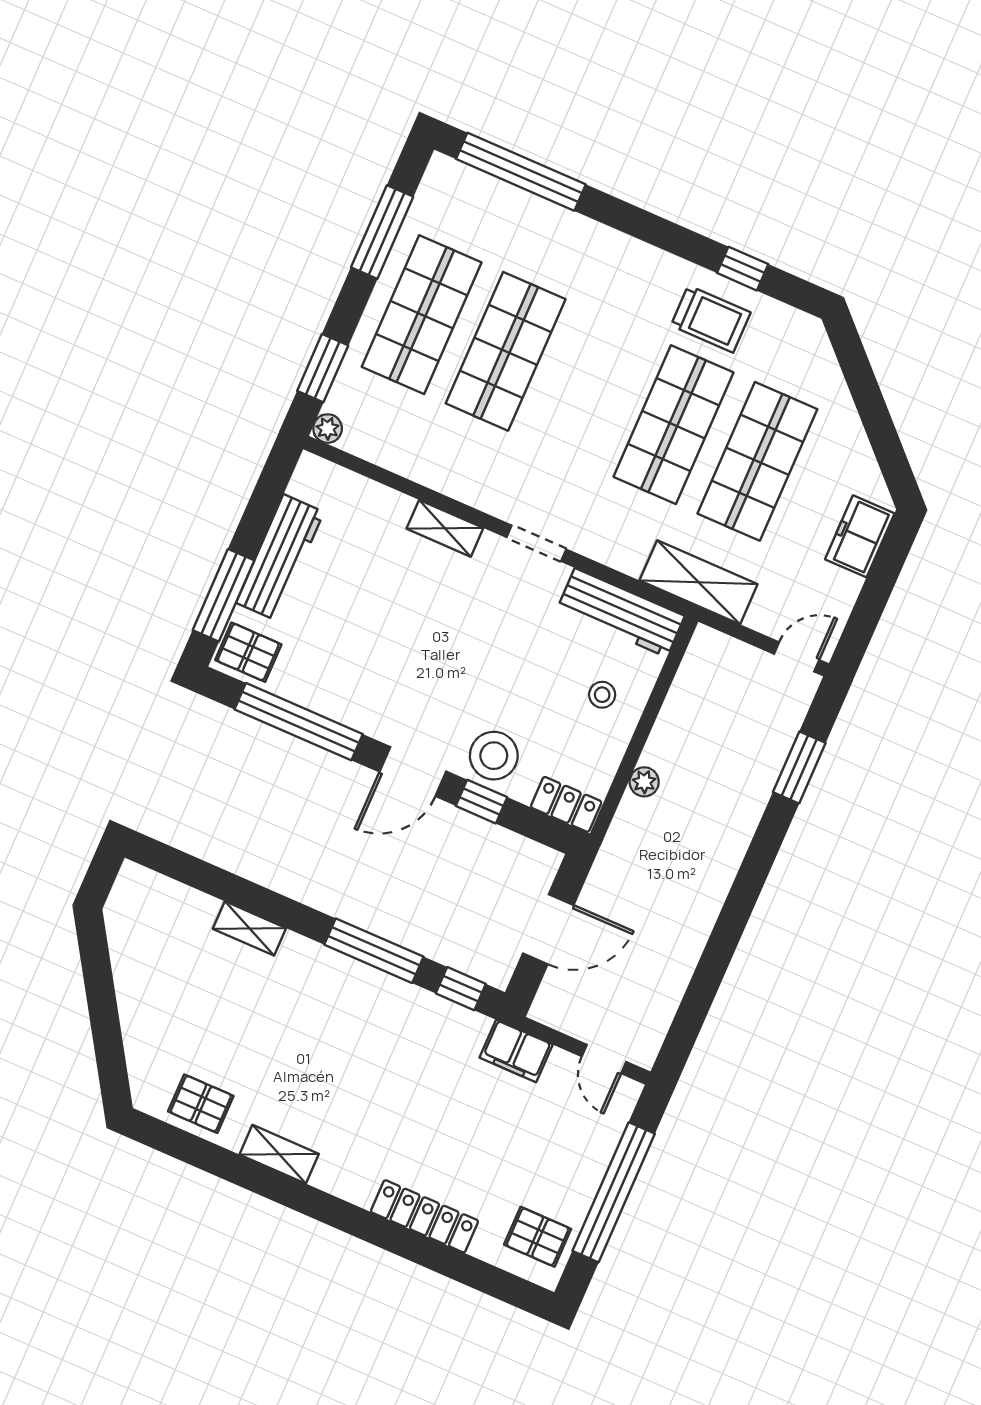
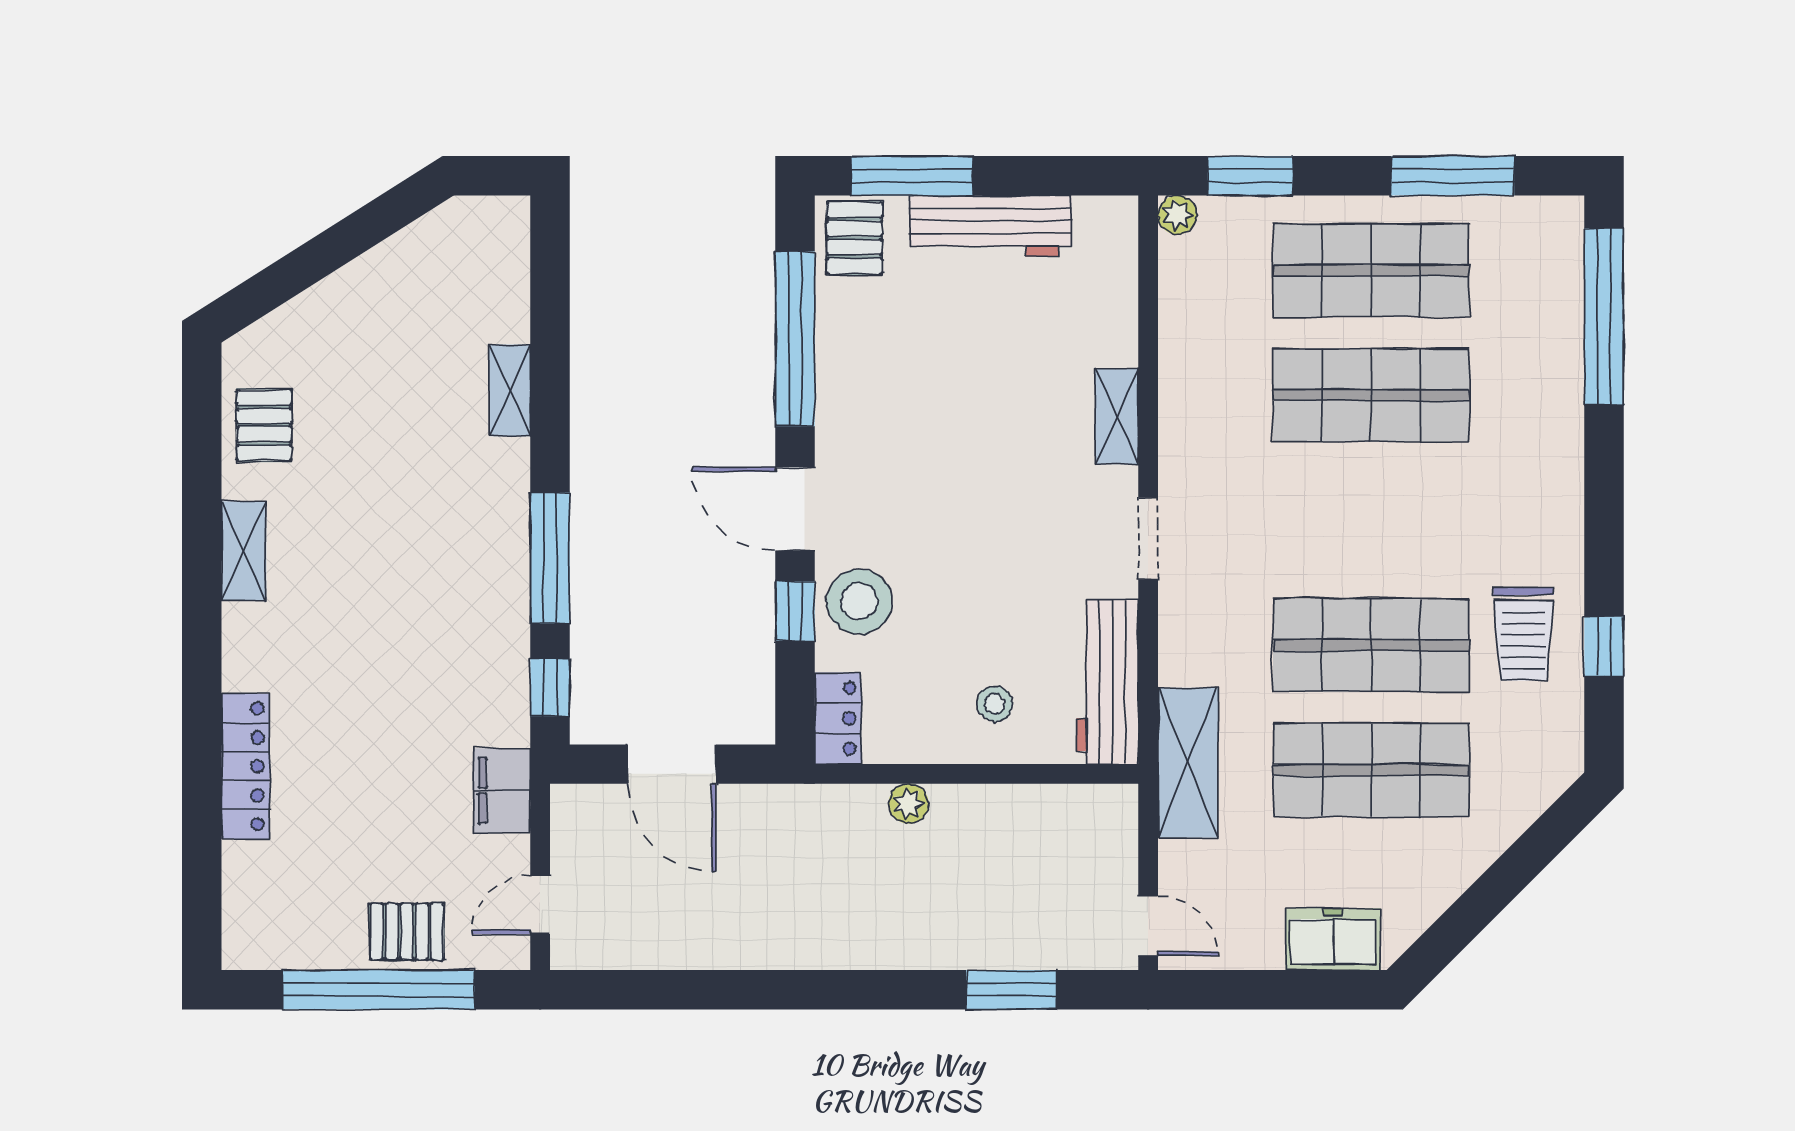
pallet: (538, 1237) -> (407, 932), moved, turned 90

